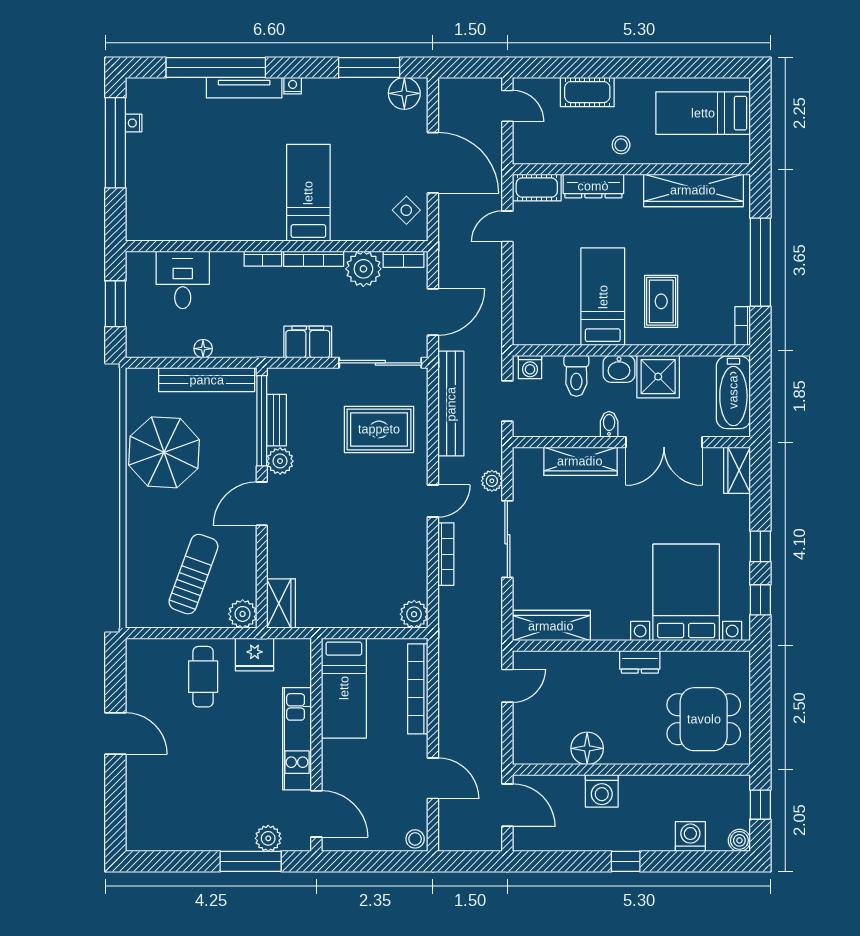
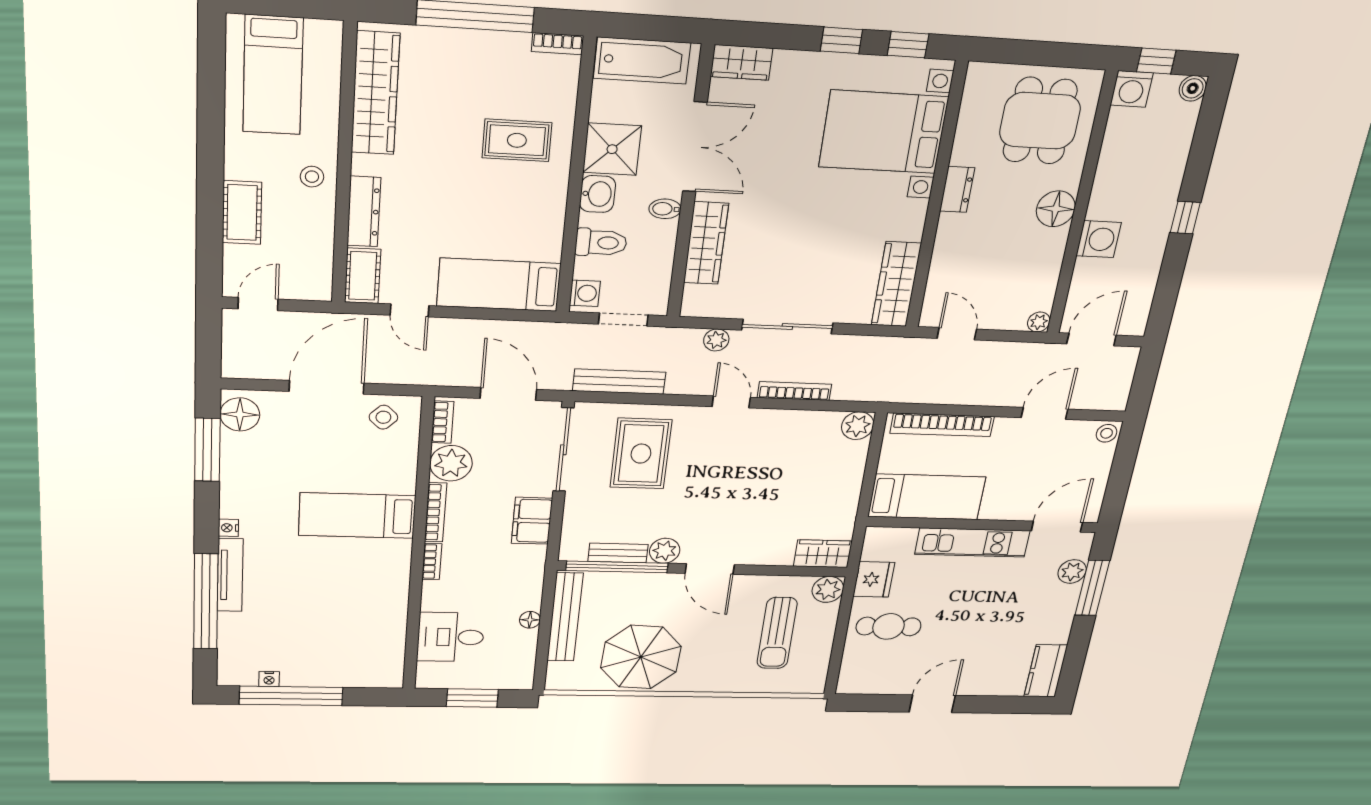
bed: (603, 297) -> (499, 285), moved
bench: (451, 404) -> (619, 382), width x0.73, depth x0.82
sun lounger: (193, 574) -> (777, 633), turned -110
floor lamp: (587, 748) -> (1056, 209), moved
plant: (522, 755) -> (1039, 322), added
kitchen counter: (156, 836) -> (1046, 671), added
washing machine: (690, 837) -> (1132, 89), moved, turned -90

